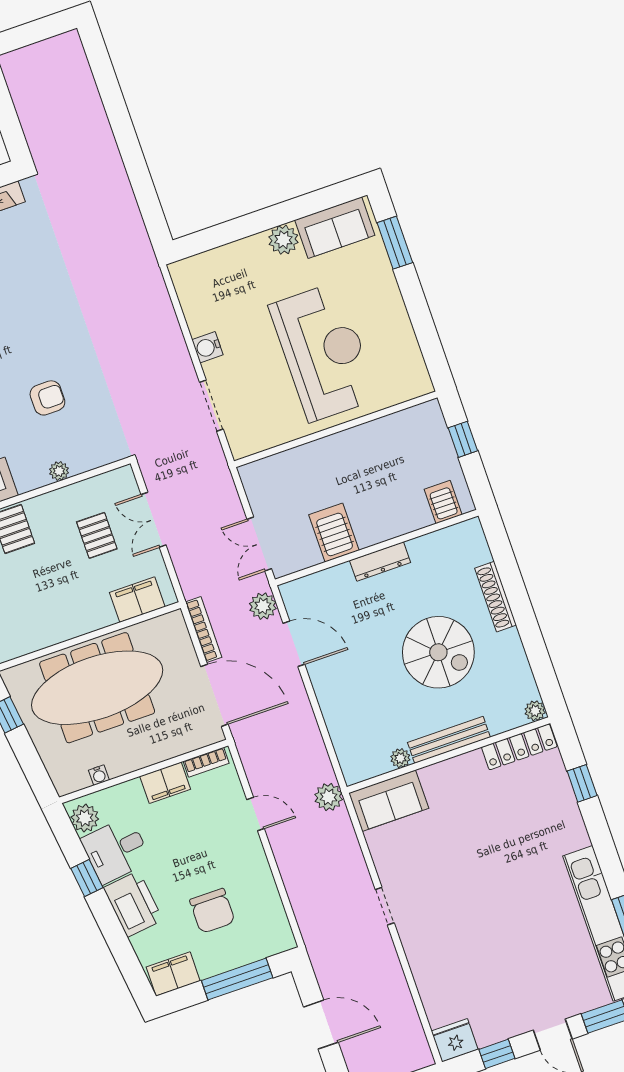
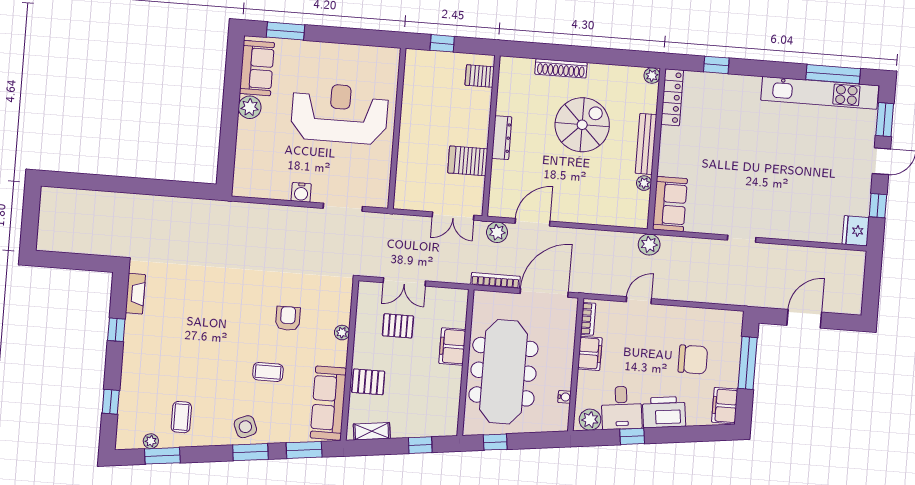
filing cabinet: (137, 600) -> (452, 347), moved

